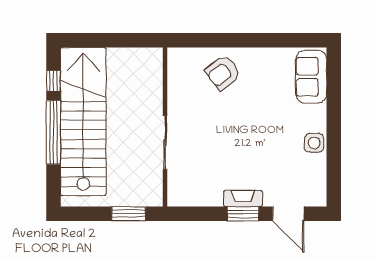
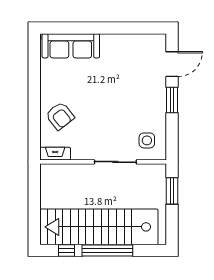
sofa: (311, 77) -> (71, 46), width x1.36
side table: (314, 143) -> (147, 140), moved
fireplace: (243, 198) -> (55, 154), moved, turned 90

